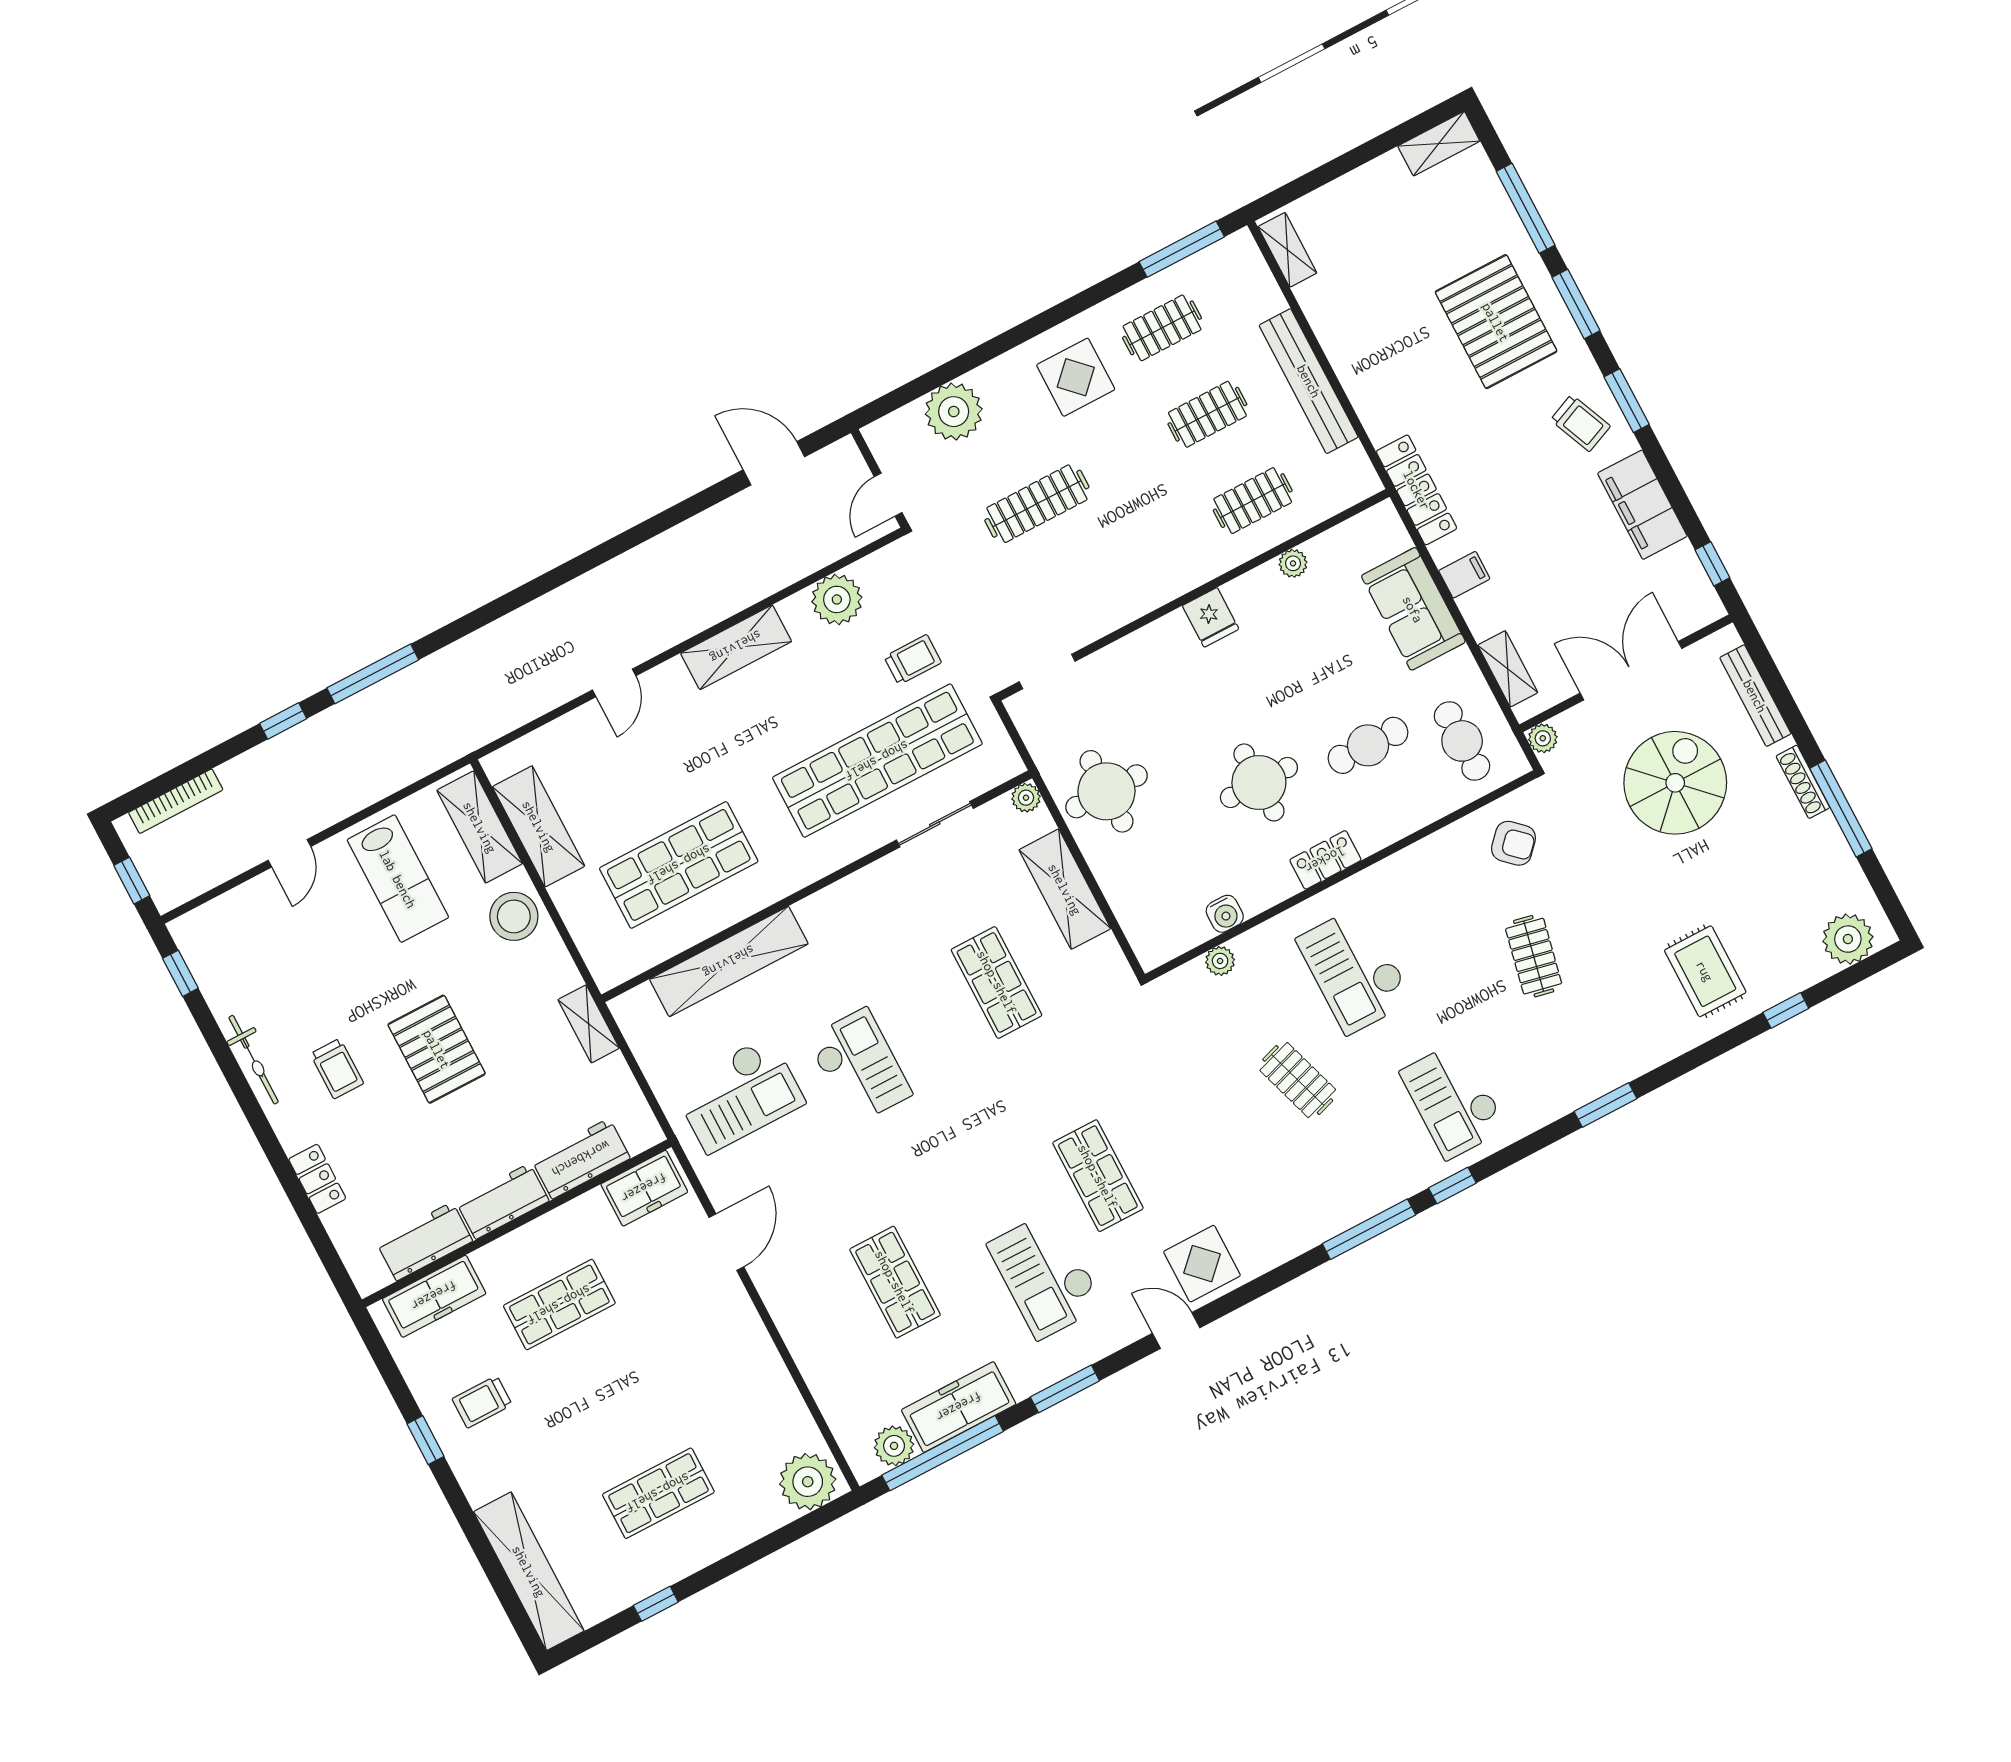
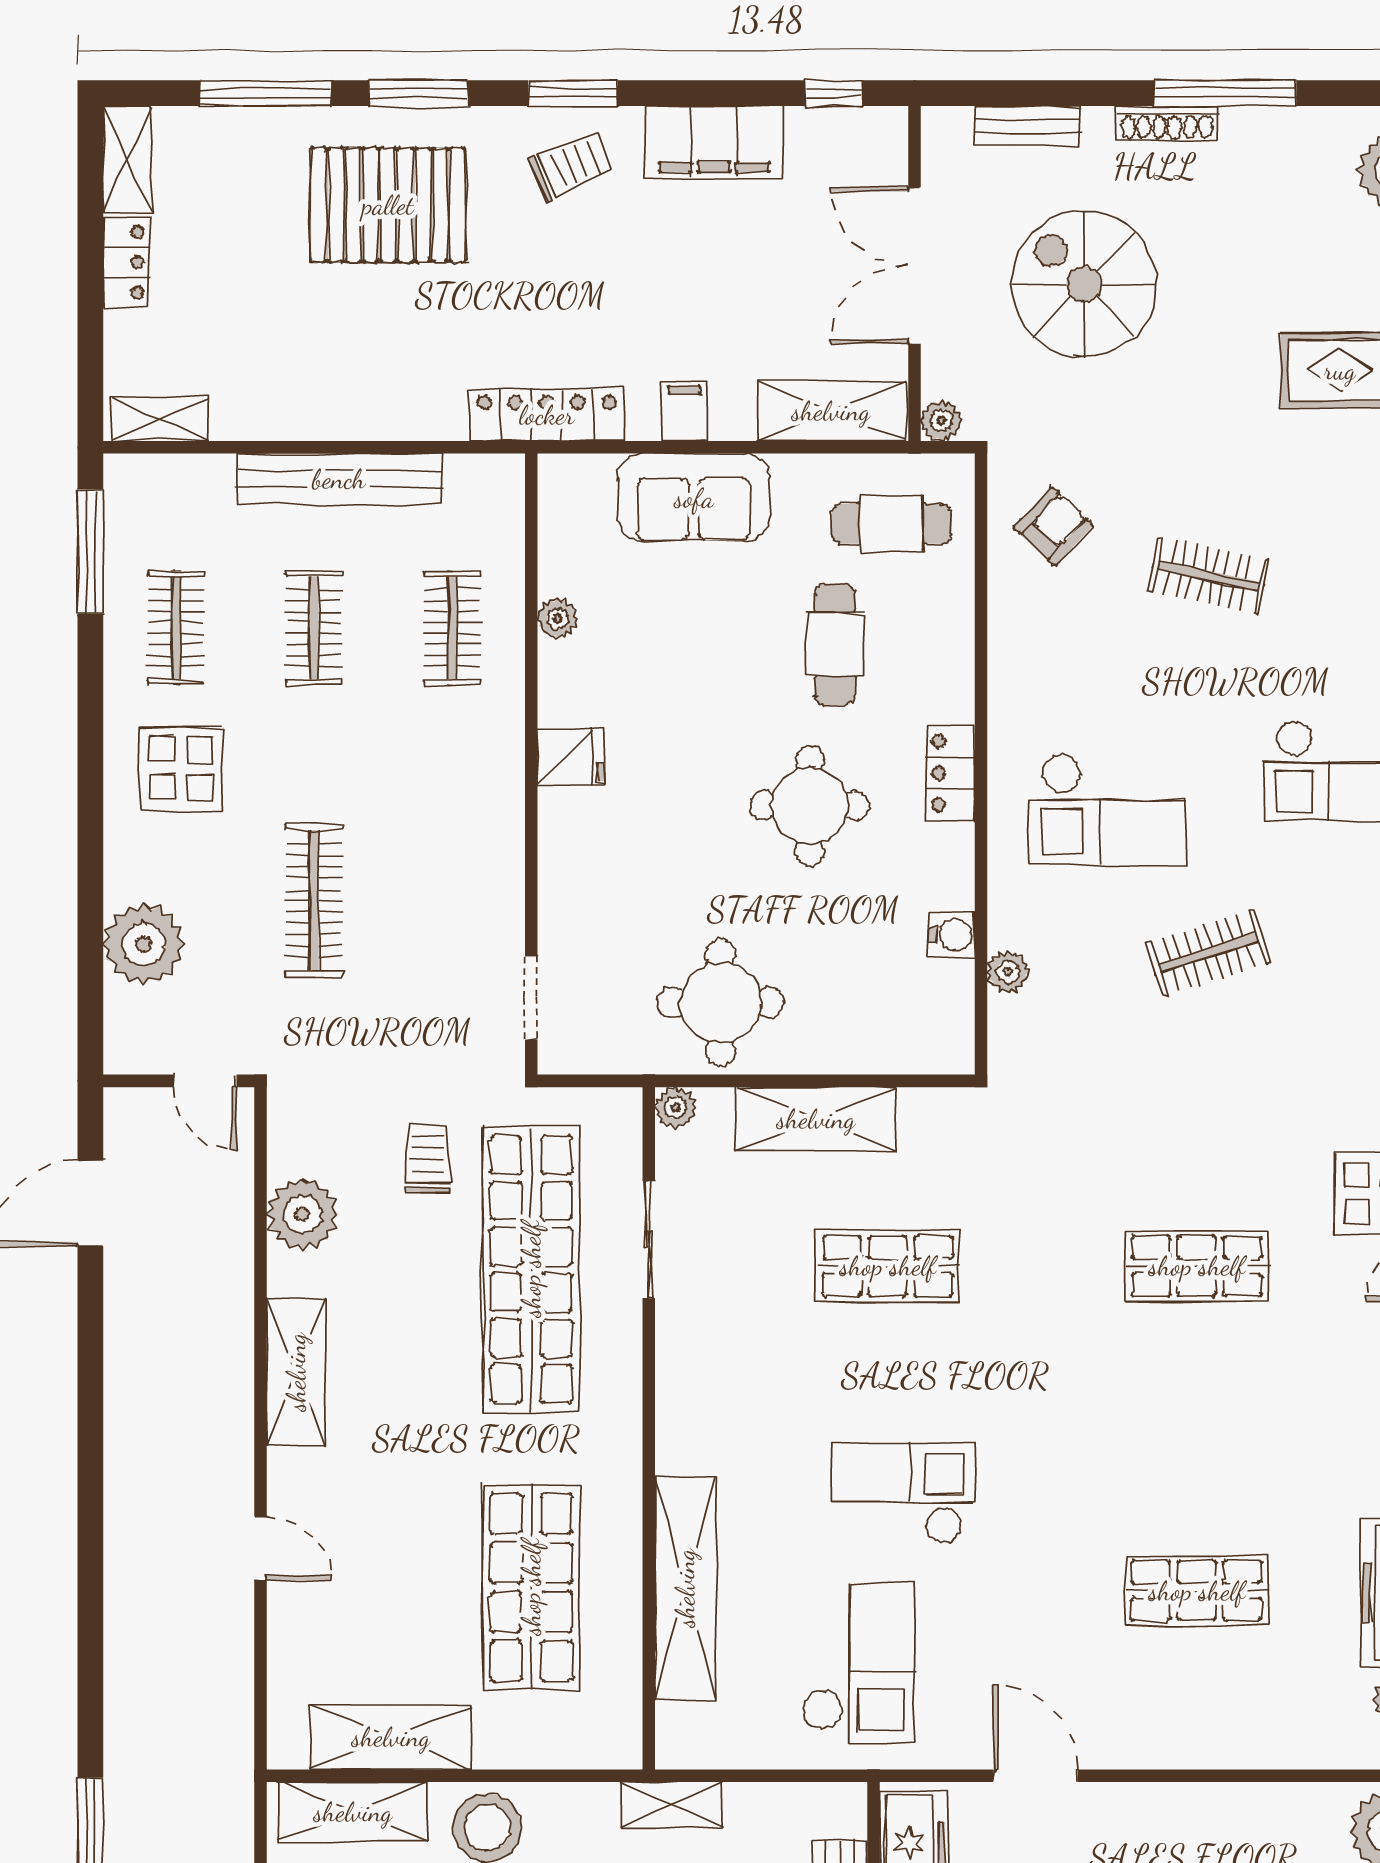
locker: (1374, 177) -> (126, 262), added
shelving: (1508, 669) -> (831, 411), width x1.50, depth x1.33
bench: (1755, 696) -> (1028, 126), width x0.73
checkout: (1046, 1275) -> (1287, 1397), removed

